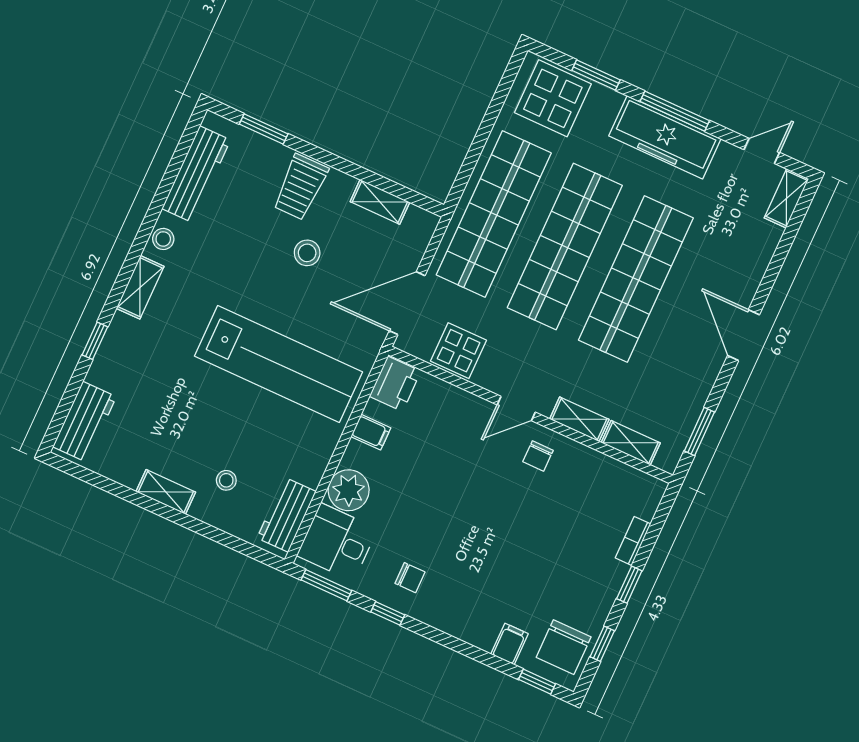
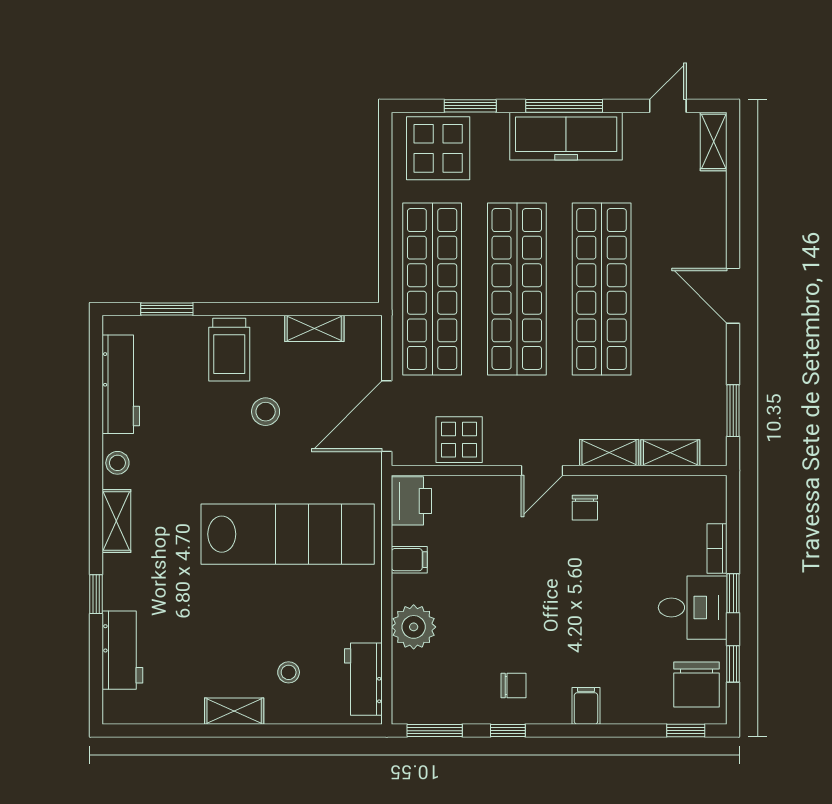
workbench: (85, 422) -> (122, 650), moved
desk: (337, 542) -> (693, 608), moved, turned 180
filing cabinet: (509, 644) -> (586, 706), moved

